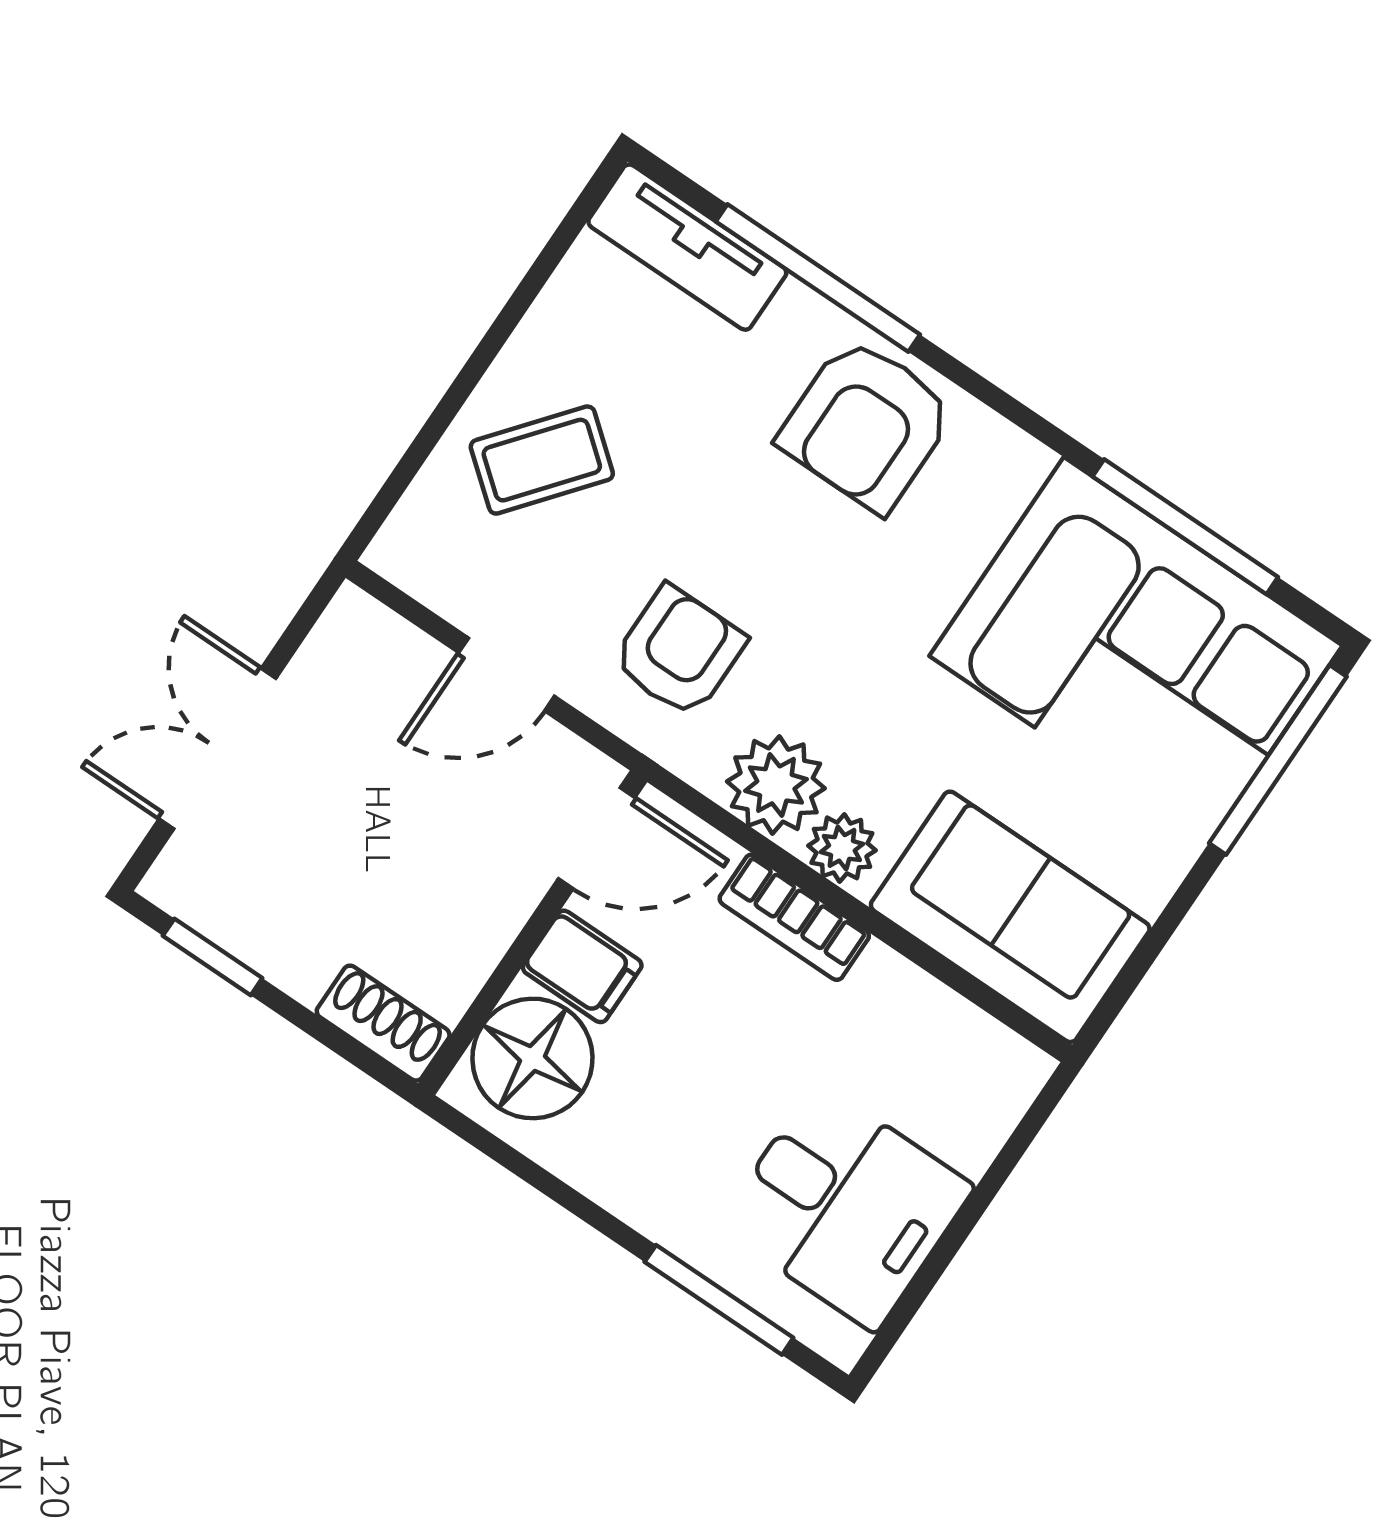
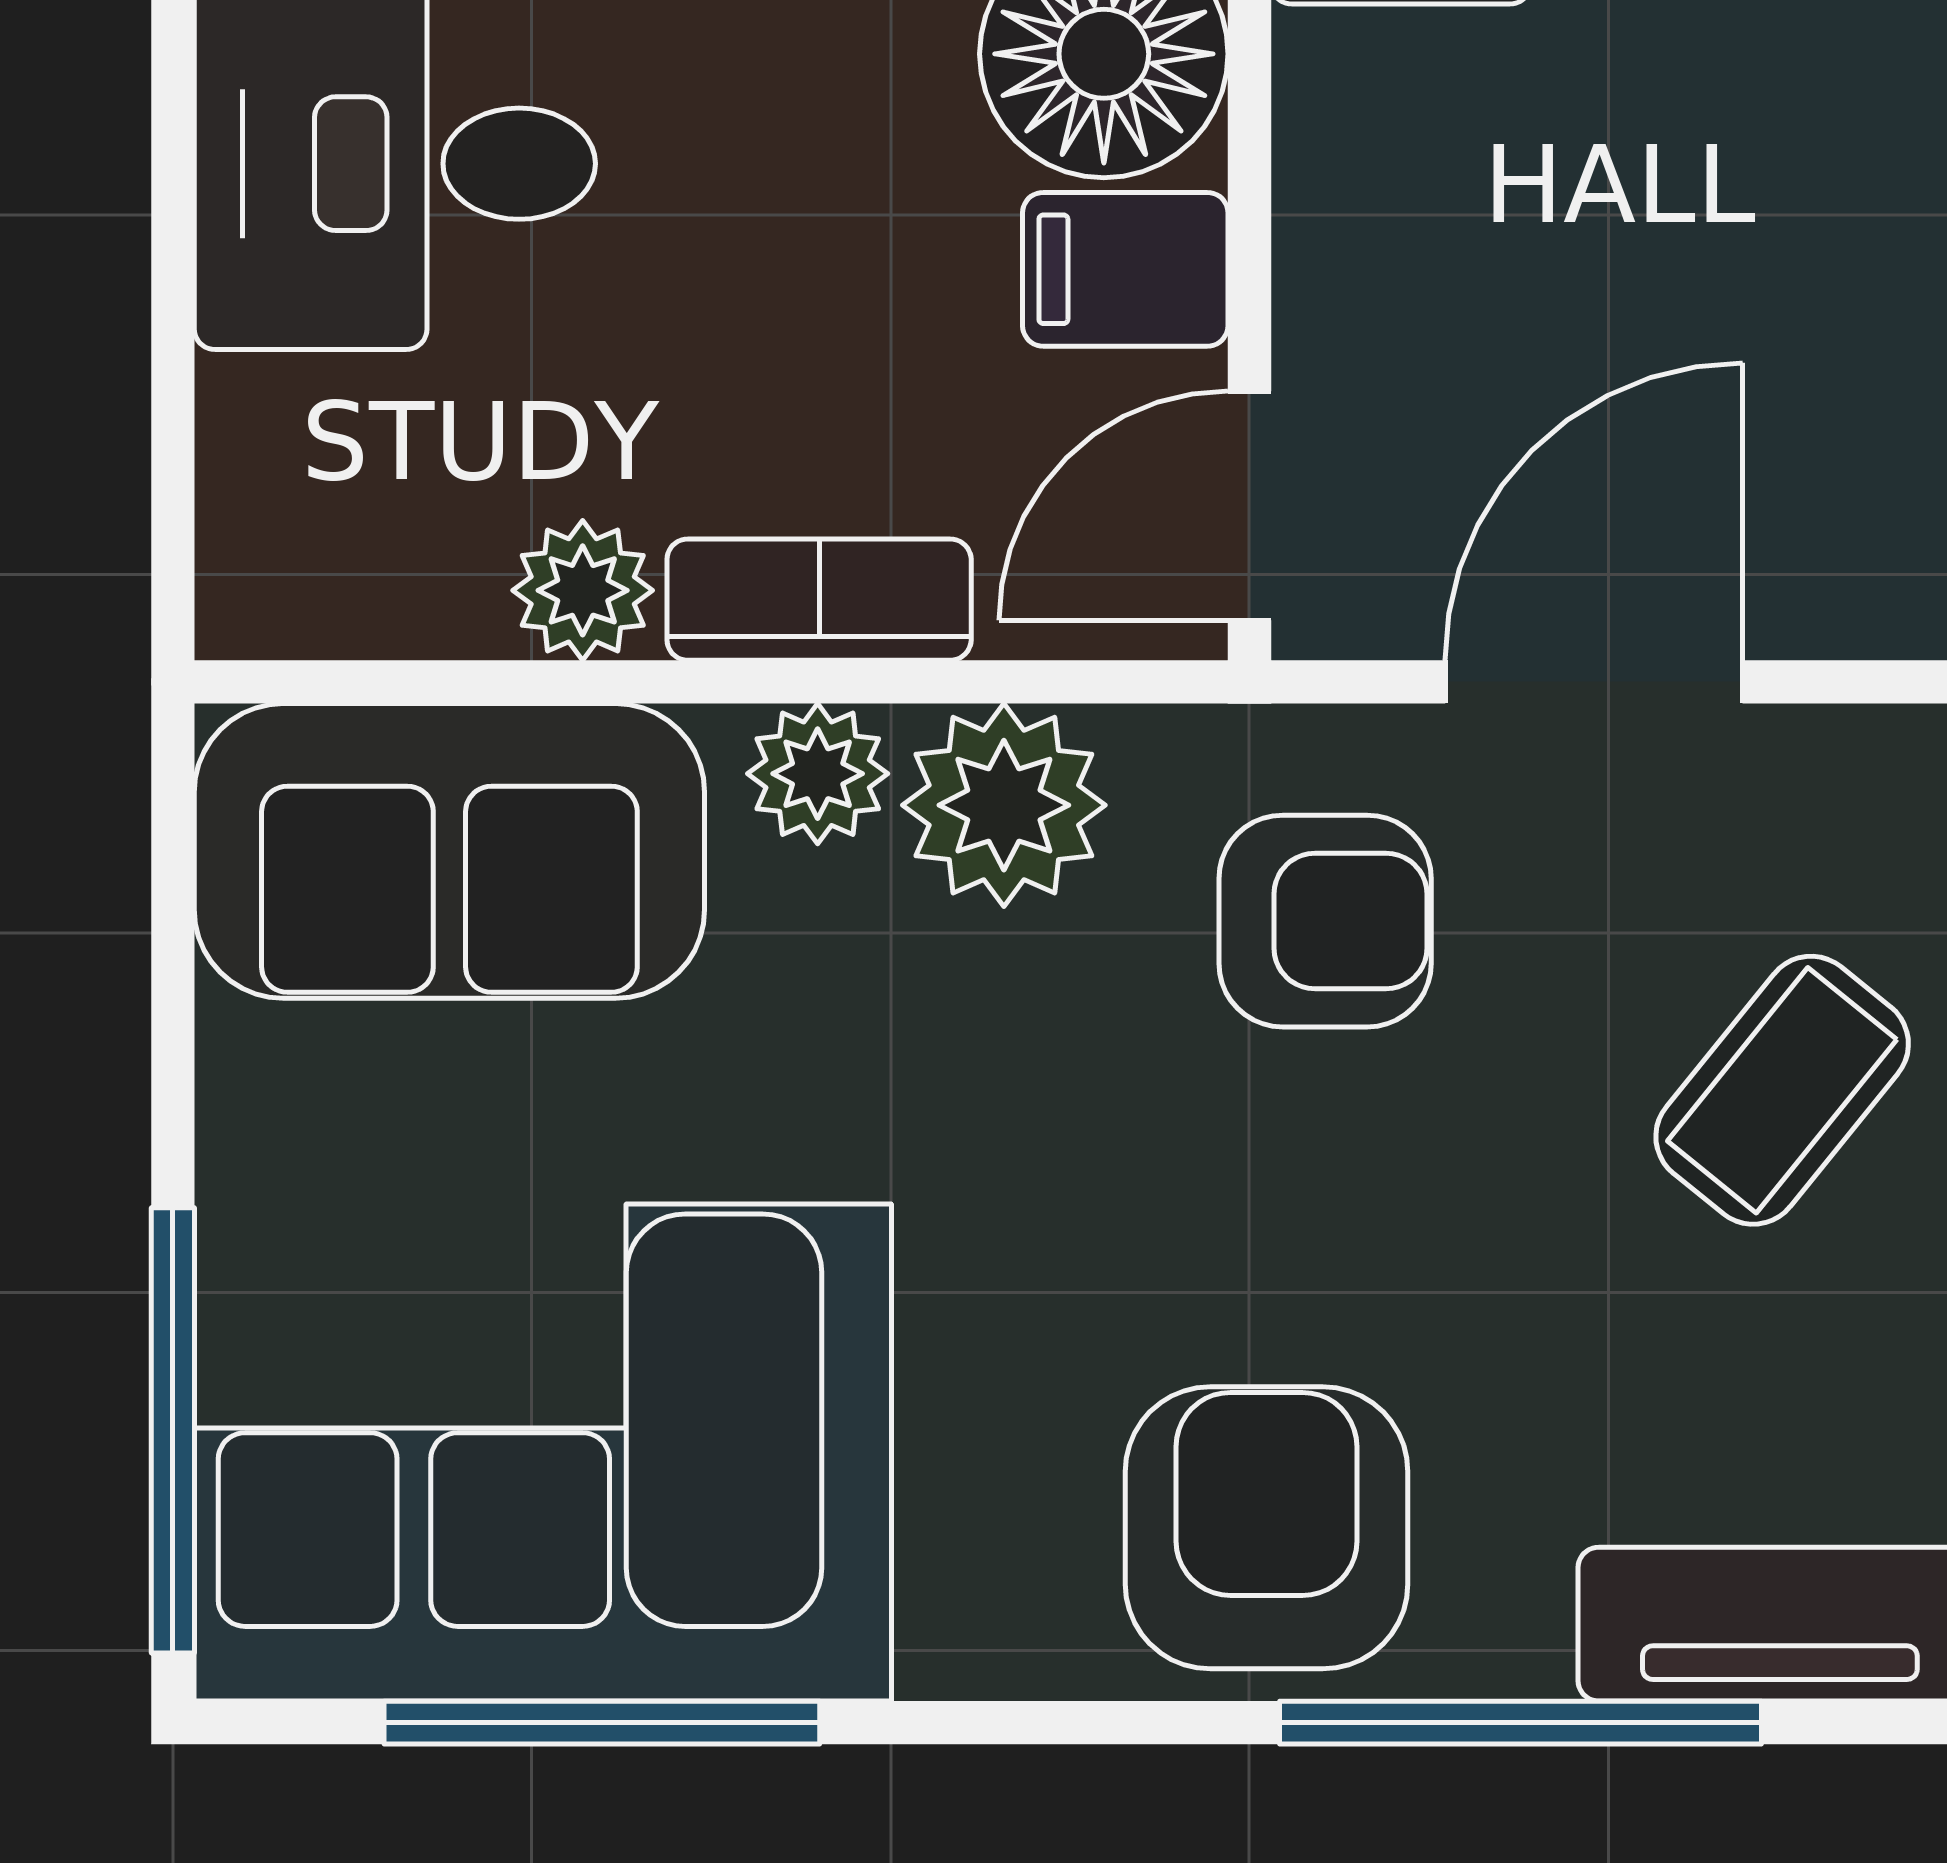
armchair: (679, 652) -> (1325, 921), turned -90
door: (507, 674) -> (1594, 682), width x1.38
plant: (886, 985) -> (583, 590), added

